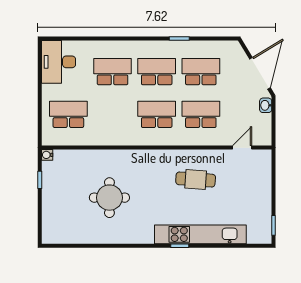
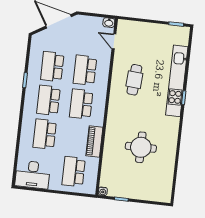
washbasin: (266, 105) -> (109, 23), moved
piano: (110, 137) -> (94, 142), added

